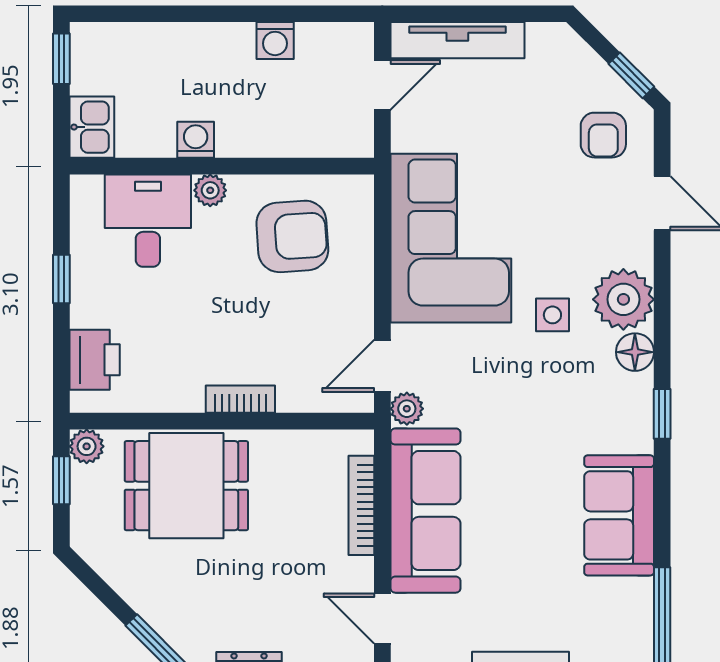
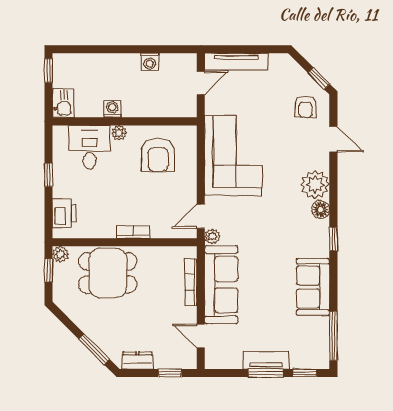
armchair: (292, 236) -> (158, 155), turned 94
side table: (552, 315) -> (281, 192), removed

